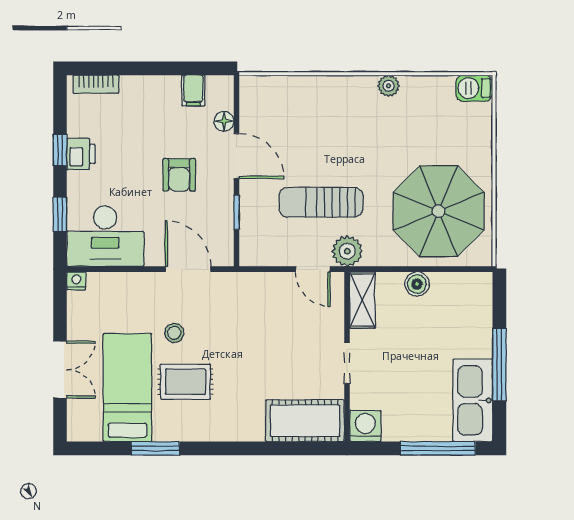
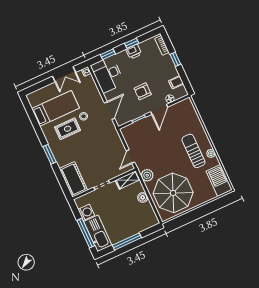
window: (141, 68) -> (175, 59), added
barbecue: (474, 88) -> (219, 180), width x1.88, depth x1.53
sun lounger: (321, 202) -> (193, 151), moved
plant: (347, 251) -> (147, 175), moved
double door: (60, 370) -> (64, 74), moved
rug: (185, 382) -> (68, 129), turned 90
kitchen sink: (473, 400) -> (98, 233), moved, turned 90
washing machine: (365, 426) -> (86, 212), moved
window: (155, 448) -> (50, 154), moved

